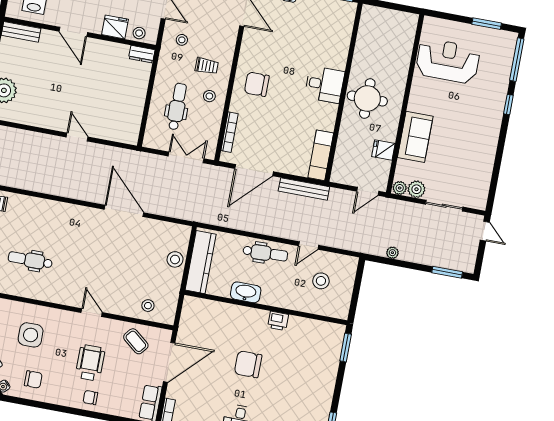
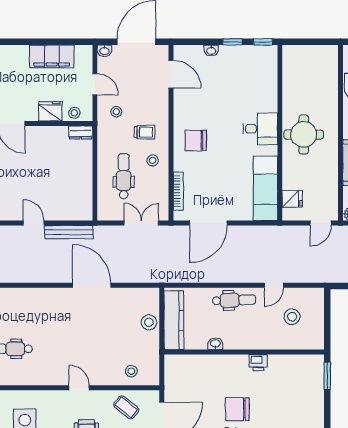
fridge: (383, 150) -> (292, 199), moved, turned 180
exam couch: (321, 155) -> (265, 188), width x1.36, depth x1.45
bench: (304, 189) -> (69, 232), moved
washbasin: (246, 292) -> (215, 344), width x0.52, depth x0.69

